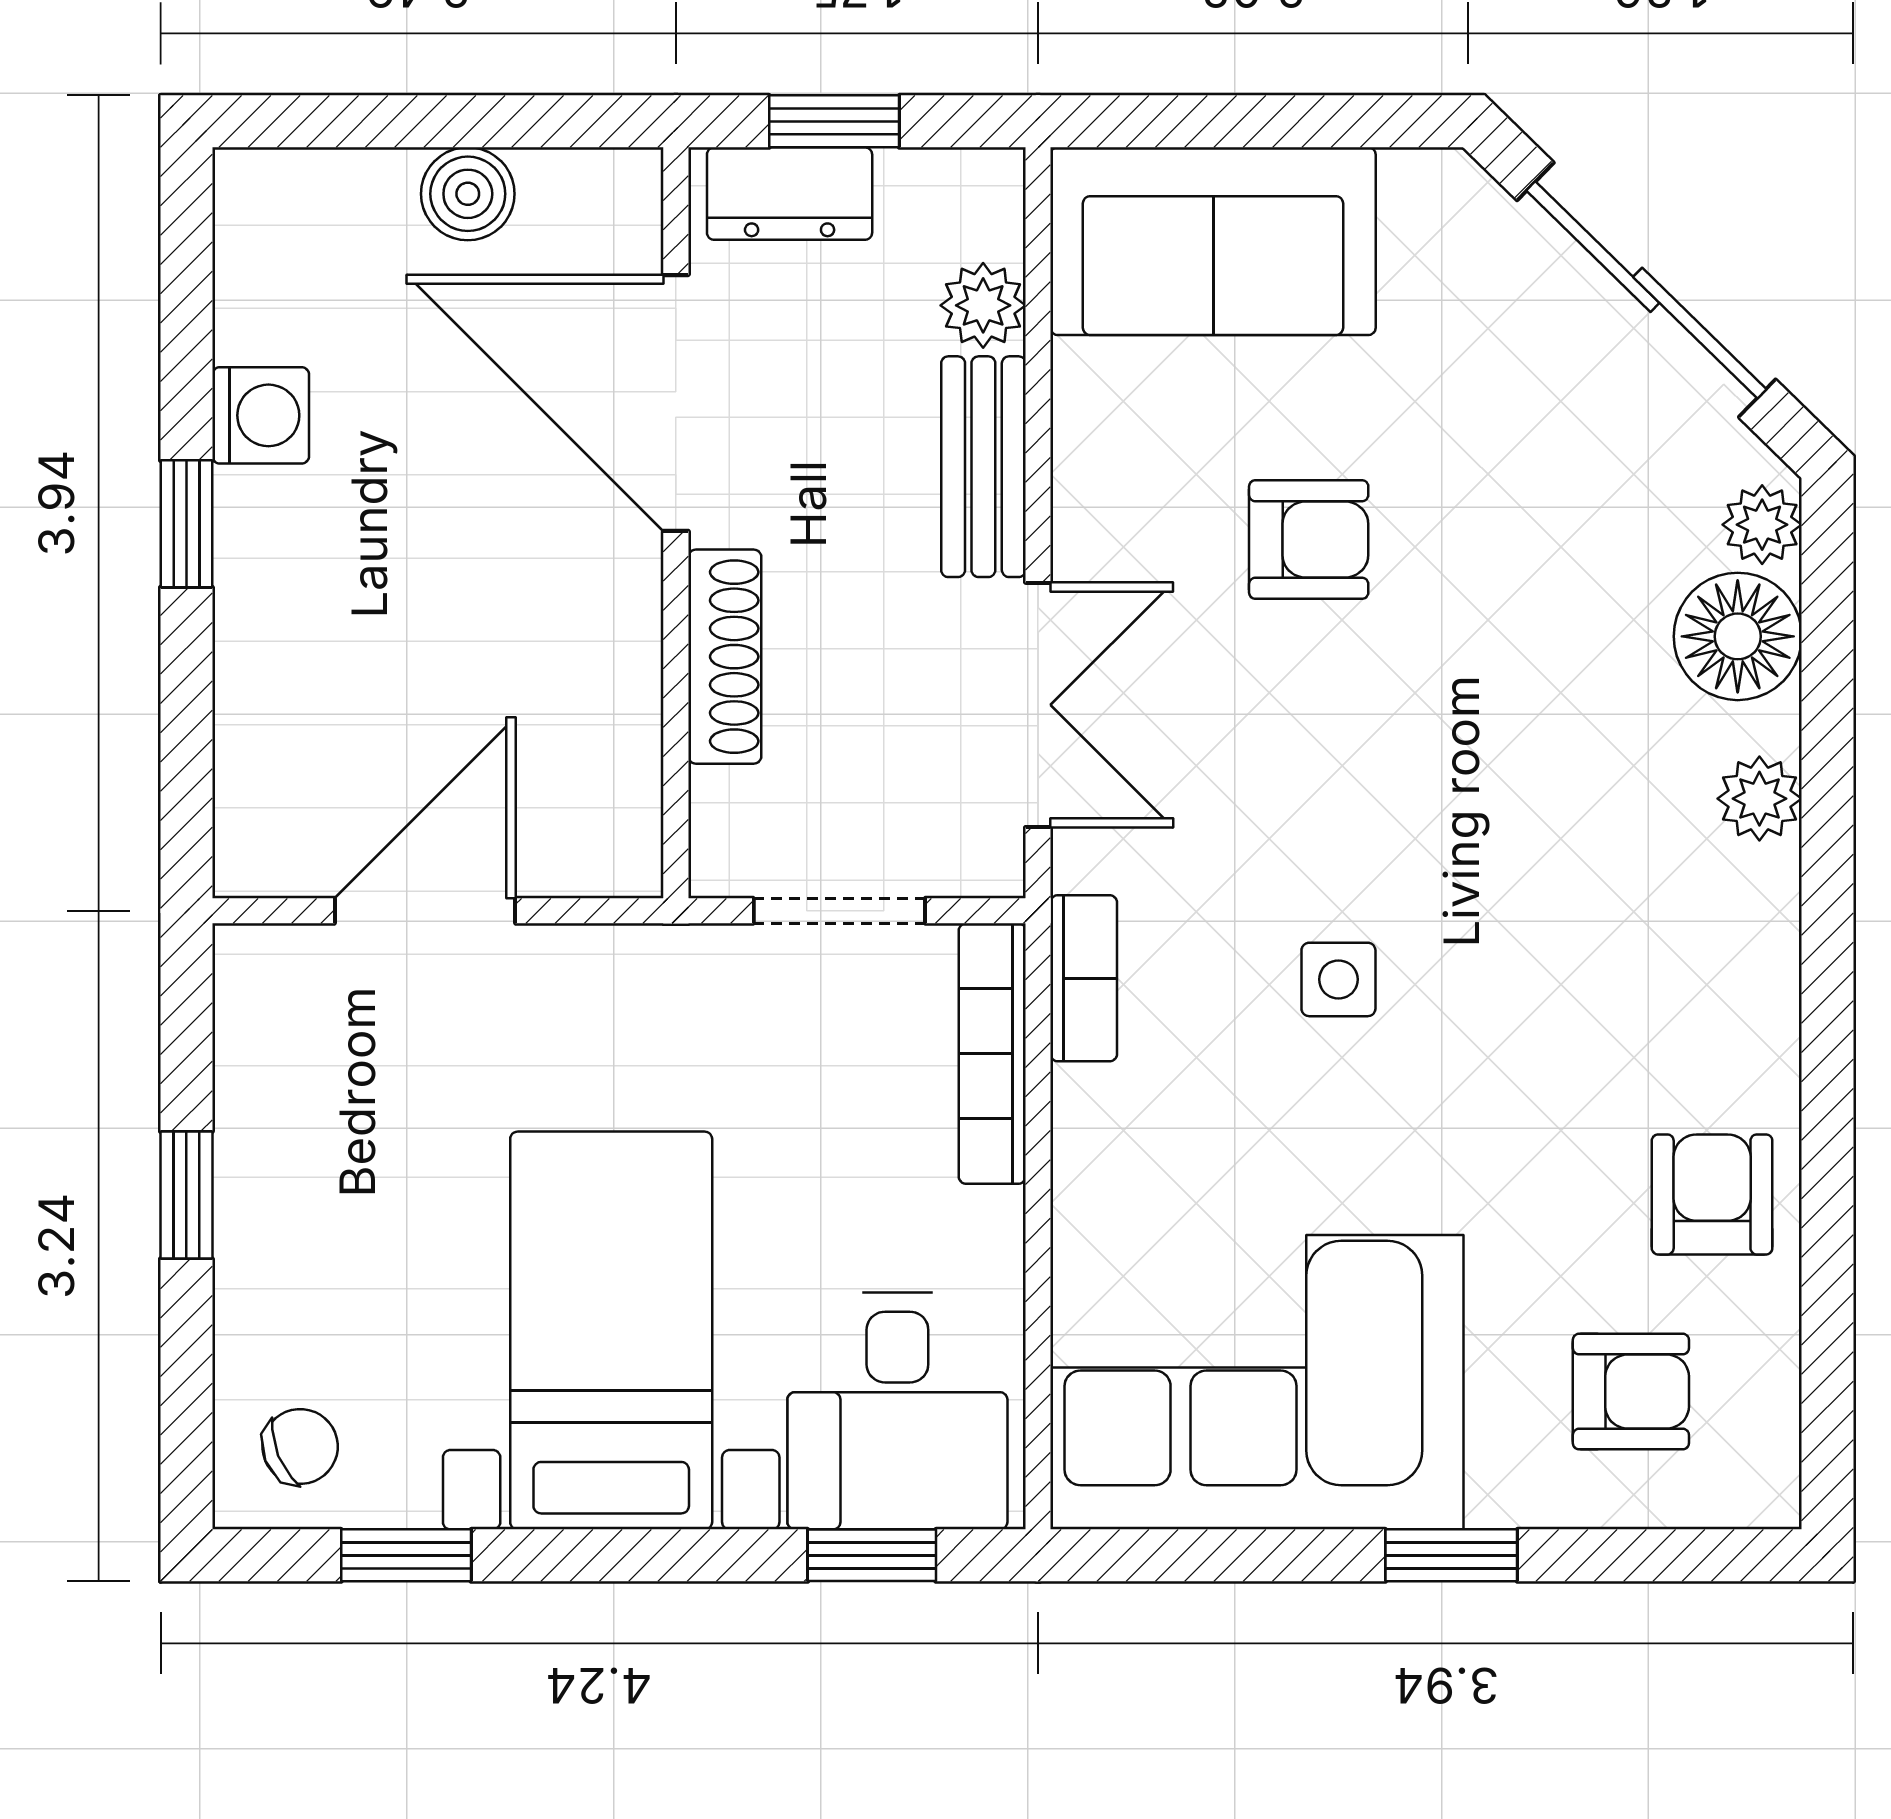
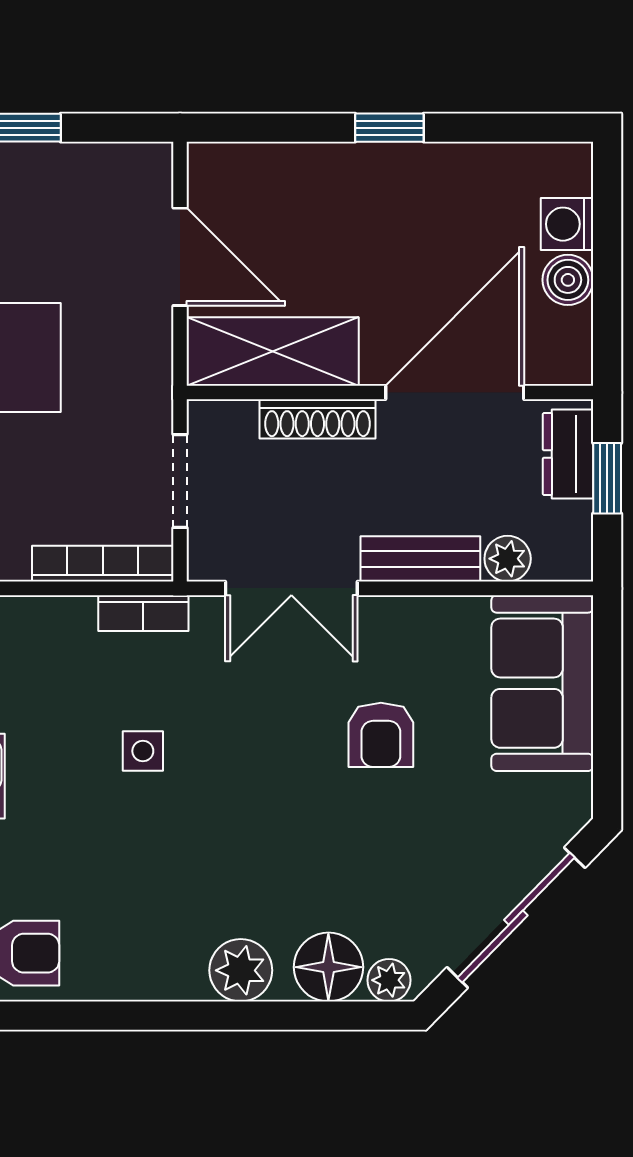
washing machine: (261, 415) -> (567, 224), moved, turned 90
shelving: (600, 740) -> (273, 351), added
plant: (1759, 799) -> (241, 970), width x1.38, depth x1.38

